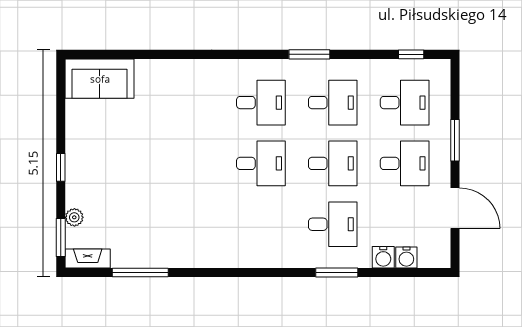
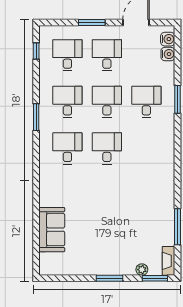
sofa: (100, 79) -> (52, 230), moved
window: (61, 167) -> (109, 278), width x1.50
water cooler: (383, 257) -> (168, 39), moved

